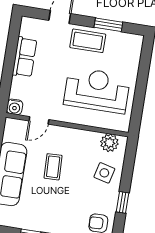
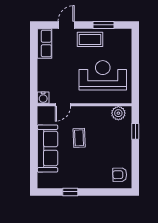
row of seats: (25, 57) -> (45, 43), moved
side table: (104, 173) -> (118, 136), removed
window: (122, 202) -> (135, 131), moved

